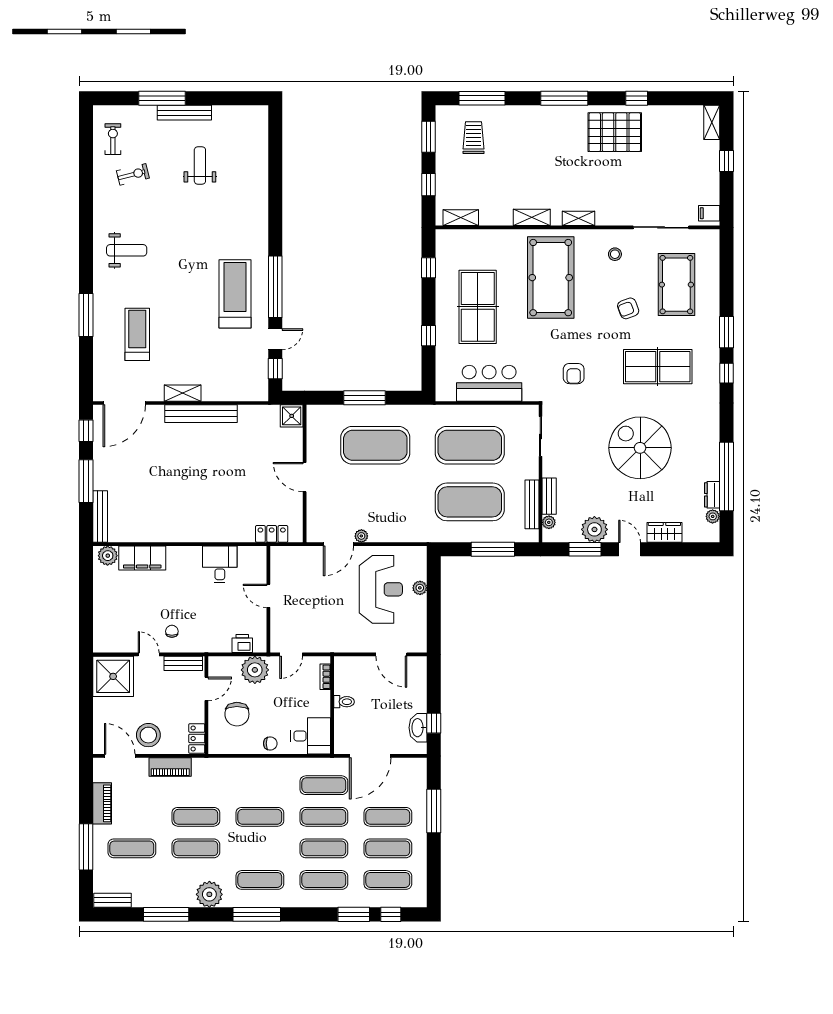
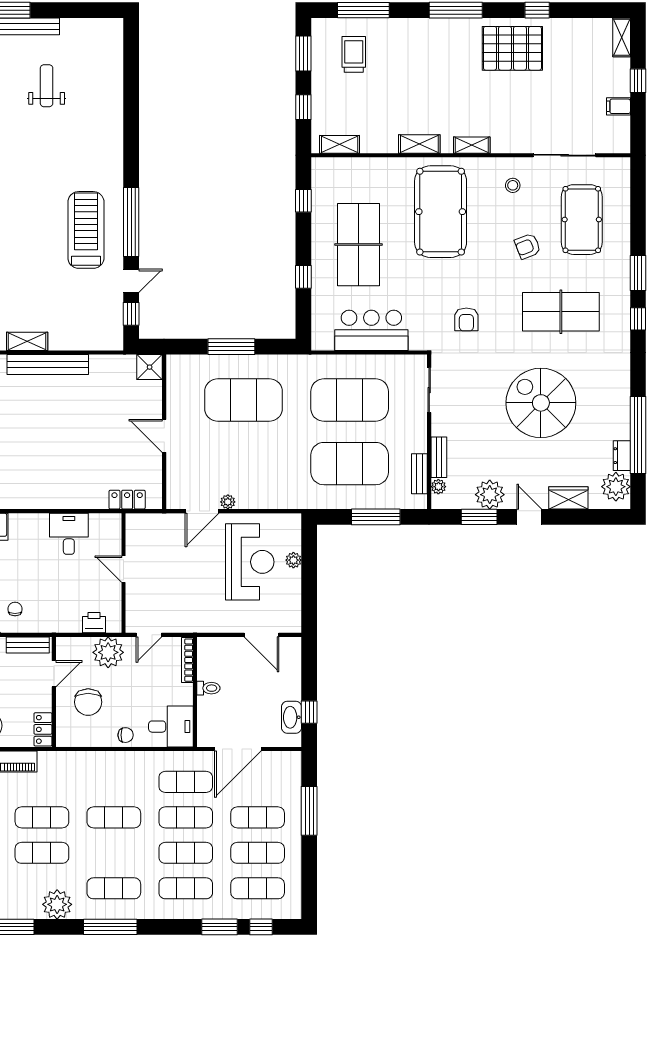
filing cabinet: (709, 213) -> (619, 106), moved
bench: (532, 504) -> (419, 474), width x0.73
plant: (713, 516) -> (616, 487), width x1.87, depth x1.87
bookcase: (325, 677) -> (187, 660), width x1.56

